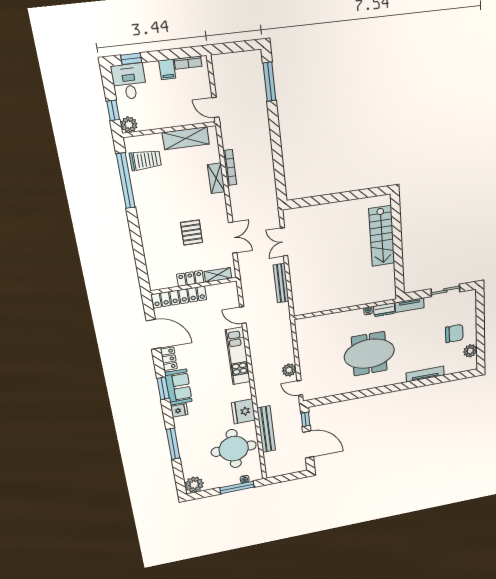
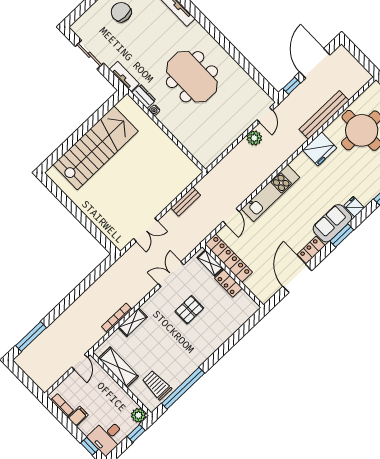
stairs: (382, 236) -> (96, 148), width x1.36, depth x1.51
bench: (281, 283) -> (186, 202), width x0.73
locker: (179, 297) -> (229, 258), moved

